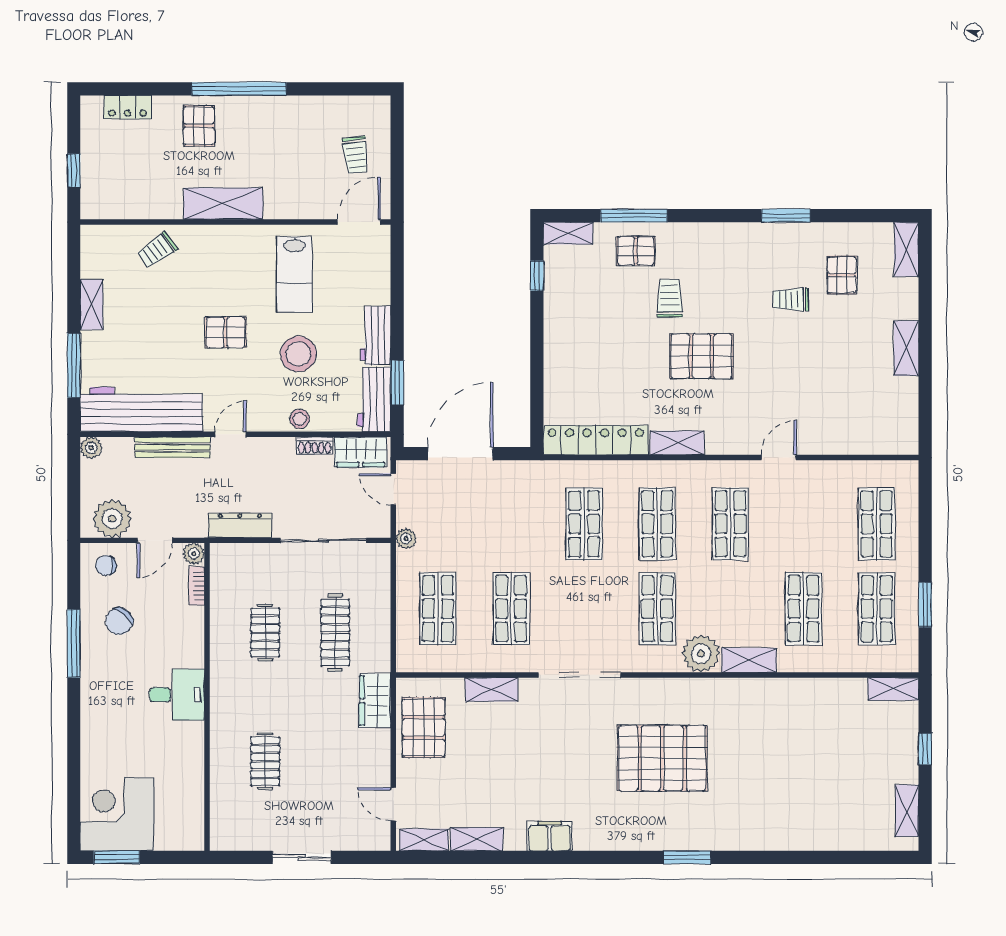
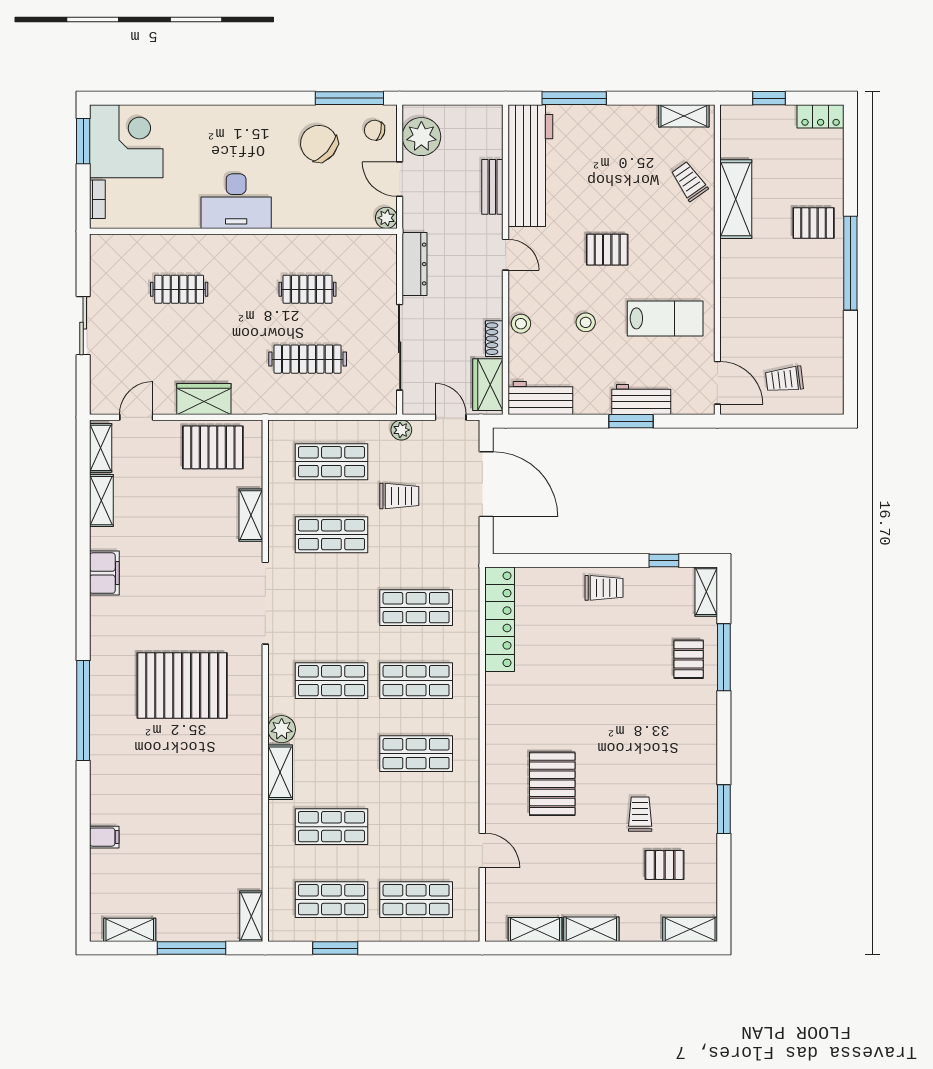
locker: (128, 107) -> (821, 116), moved, turned -90
shelving: (223, 204) -> (736, 199), moved
lab bench: (294, 274) -> (665, 318), turned 180
trolley: (670, 298) -> (604, 588), moved
shelving: (91, 305) -> (684, 116), moved
pallet: (226, 332) -> (607, 250), turned 90
workbench: (376, 336) -> (641, 399), moved
stool: (298, 354) -> (586, 322), width x0.53, depth x0.53
pallet: (701, 356) -> (552, 784), moved
window: (397, 383) -> (631, 421), moved
shelving: (677, 443) -> (535, 930), moved, turned 90
bench: (173, 447) -> (492, 187), width x0.73
plant: (91, 448) -> (492, 115), removed
door: (779, 458) -> (482, 850), moved
door: (393, 489) -> (451, 417), hinge flipped
trolley: (472, 541) -> (399, 496), added
chair: (106, 565) -> (375, 130), turned -75
bookcase: (197, 586) -> (97, 199), moved, turned 90
chair: (119, 621) -> (319, 143), width x1.37, depth x1.37
window: (74, 643) -> (349, 98), moved
plant: (701, 654) -> (282, 729), width x0.73, depth x0.73
desk: (177, 695) -> (236, 201), width x1.37
wardrobe: (375, 701) -> (204, 399), moved
window: (925, 749) -> (192, 948), width x2.17
pallet: (662, 758) -> (182, 686), turned 90
filing cabinet: (814, 836) -> (104, 837), added
window: (687, 857) -> (83, 710), width x2.11

